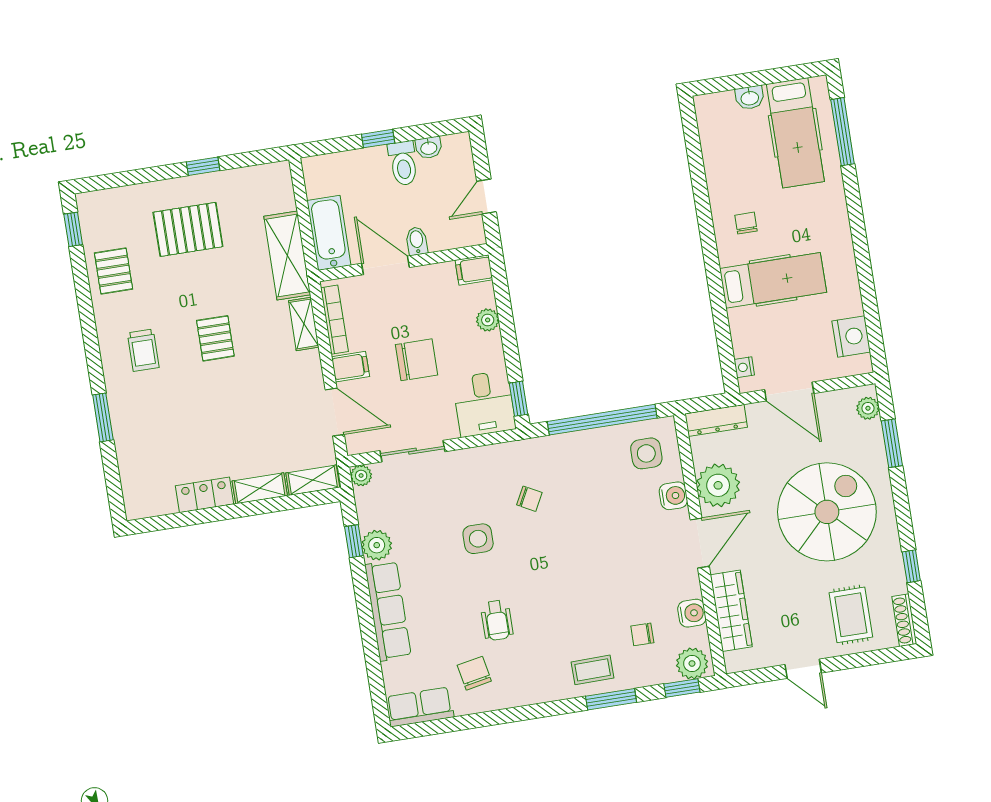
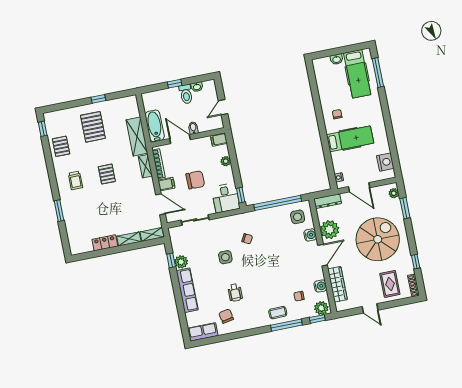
pallet: (188, 229) -> (93, 127), turned 90
plant: (361, 476) -> (173, 232), removed
window: (611, 699) -> (286, 325), width x1.44

